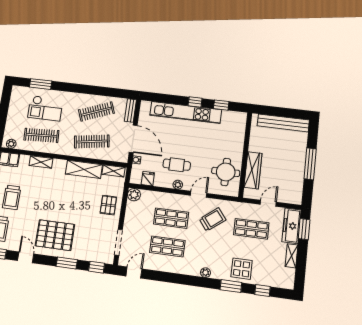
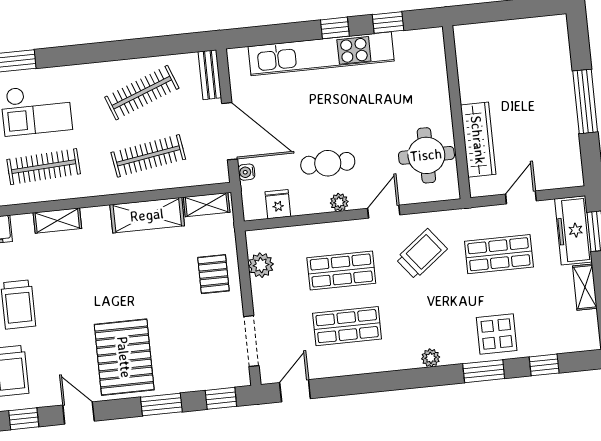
bench: (283, 123) -> (517, 31), removed
plant: (134, 195) -> (261, 265), moved
pallet: (55, 235) -> (124, 357), turned 90

